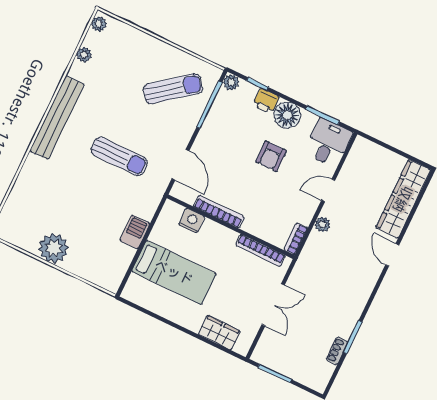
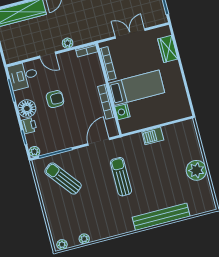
bench: (57, 118) -> (161, 217), moved
bed: (174, 272) -> (137, 88), moved, turned 90

